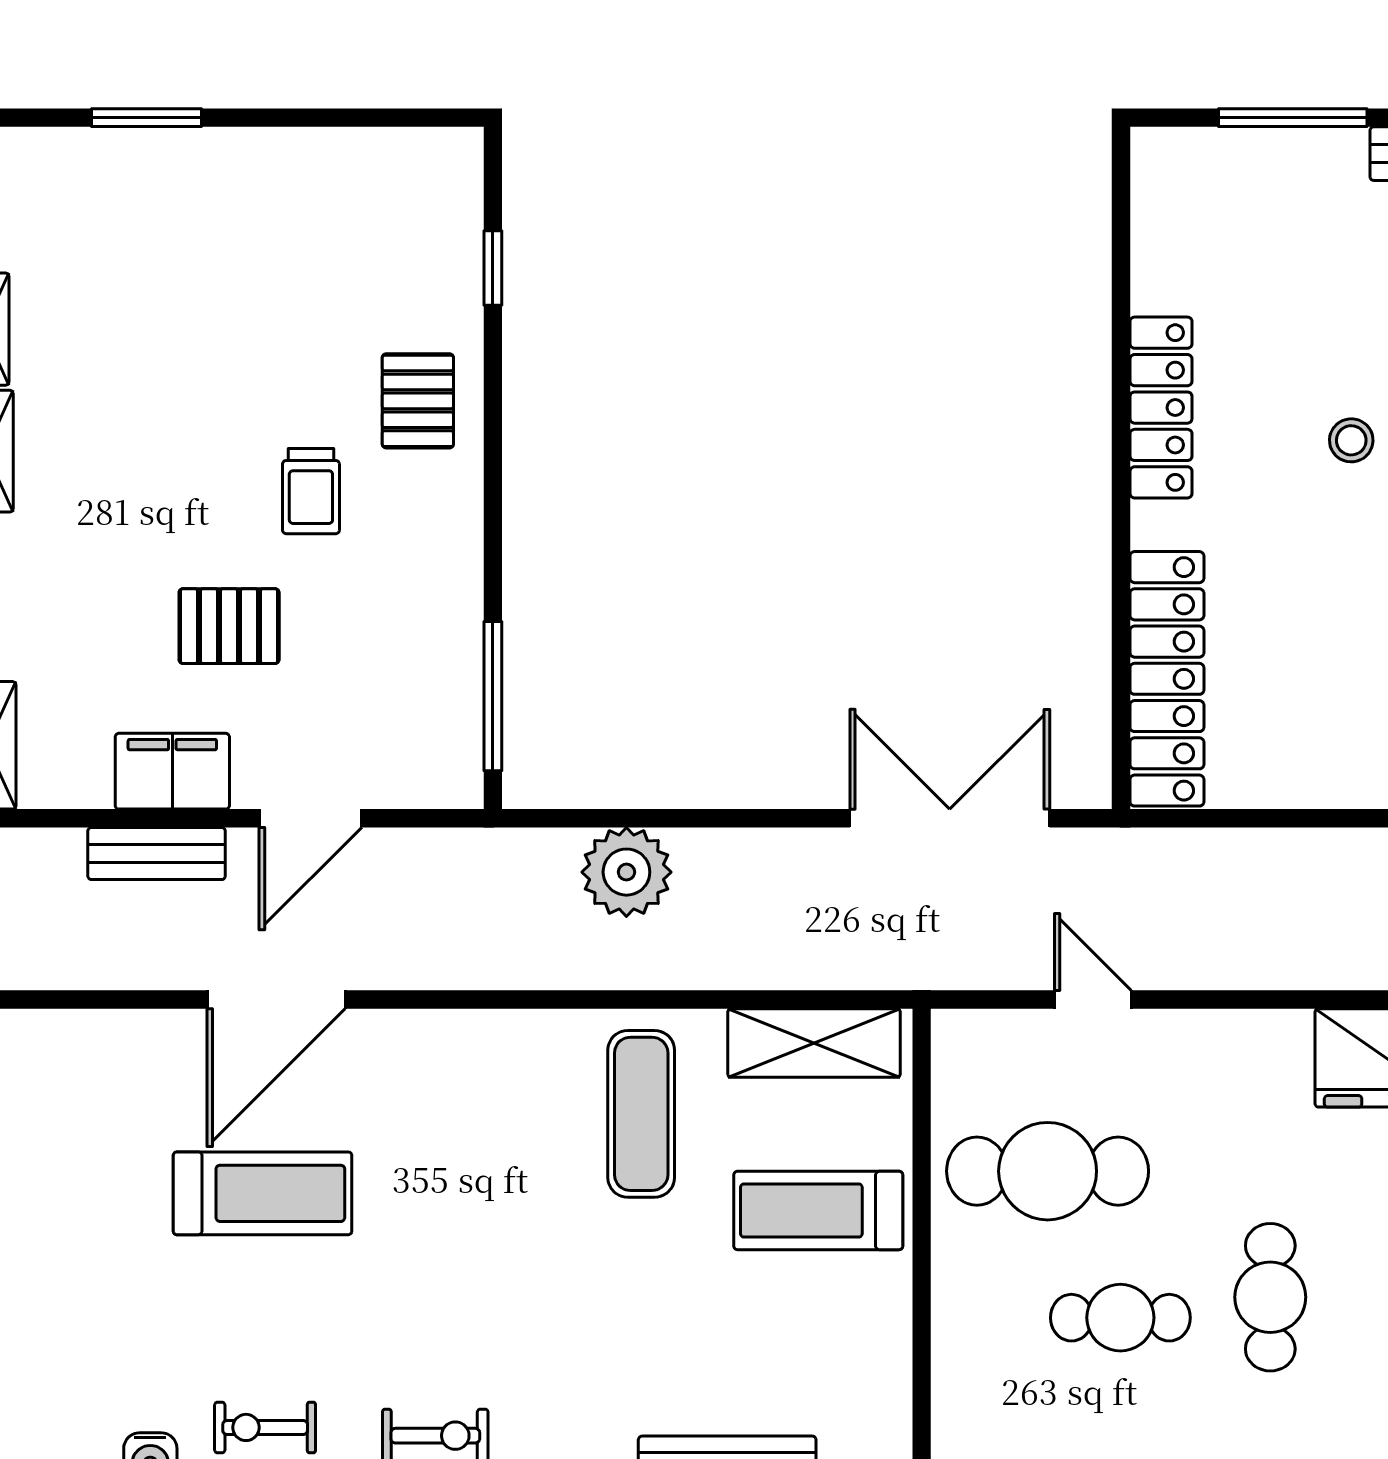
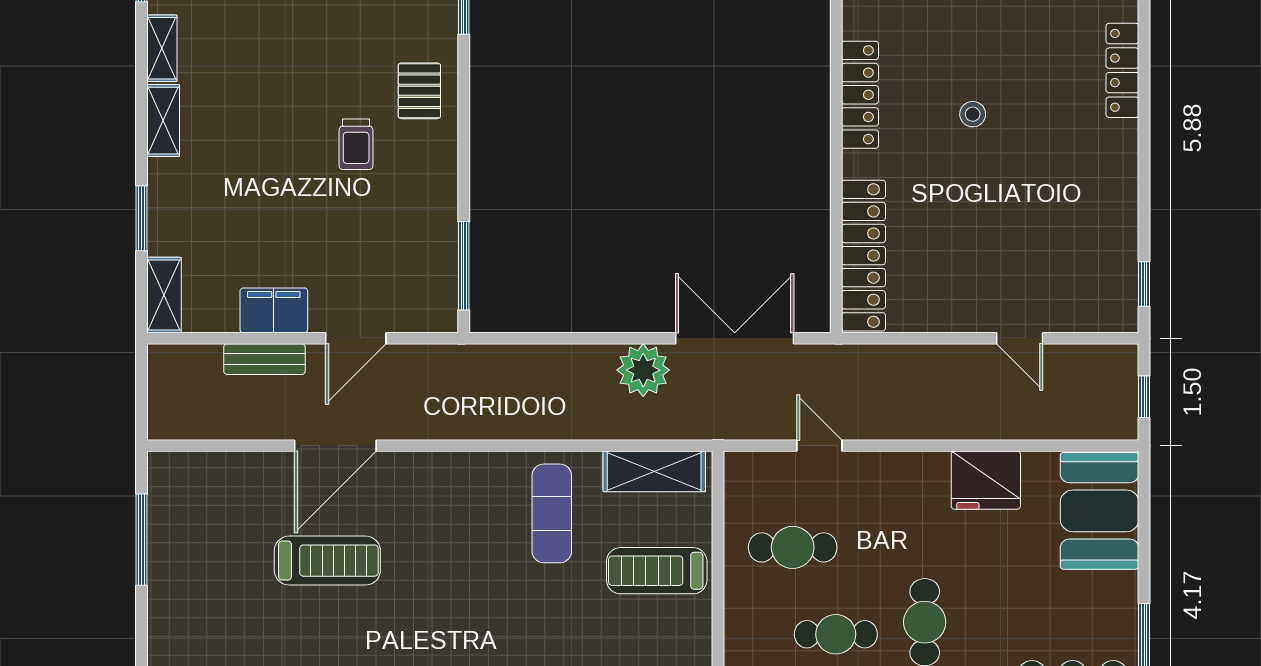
pallet: (229, 626) -> (307, 224), removed
plant: (626, 872) -> (643, 370), moved
cafe table: (1048, 1171) -> (793, 547), width x0.73, depth x0.74

